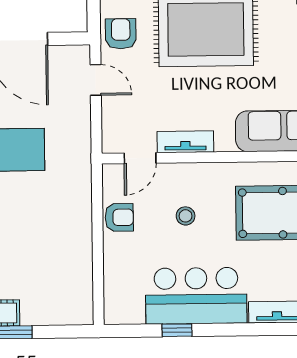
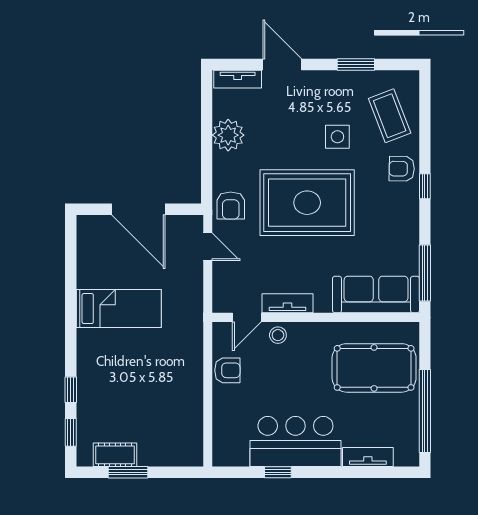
armchair: (121, 34) -> (231, 206), turned 180
stool: (186, 216) -> (278, 335), moved

